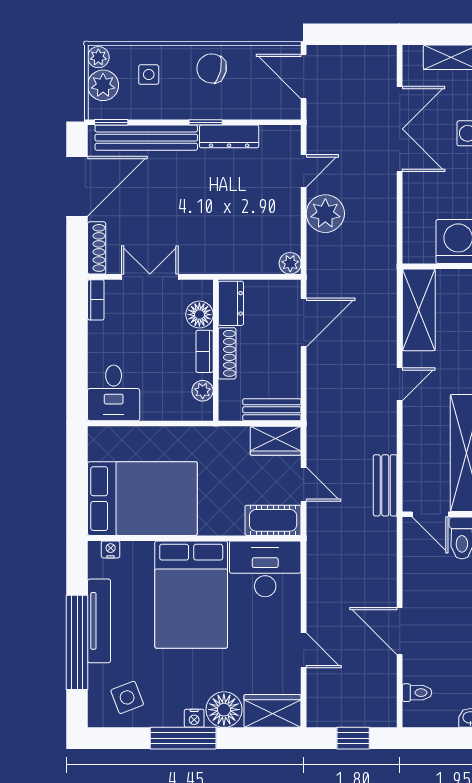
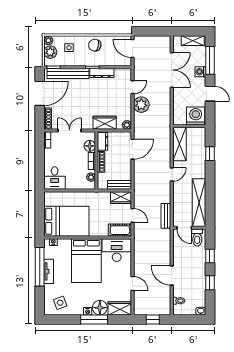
wardrobe: (236, 258) -> (105, 123), added
tv unit: (99, 621) -> (49, 271), width x0.71
window: (77, 642) -> (40, 267), moved
window: (183, 738) -> (94, 319), moved

